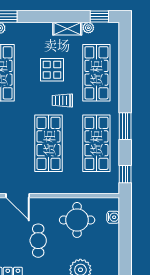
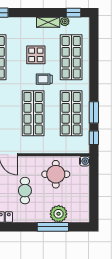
window: (125, 126) -> (94, 112), moved
water cooler: (113, 217) -> (84, 161), moved

